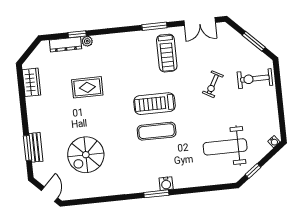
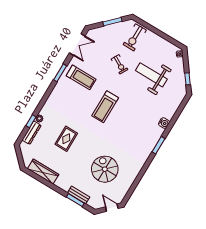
wardrobe: (31, 82) -> (43, 172), width x1.50
exercise mat: (157, 131) -> (122, 118), removed
weight bench: (225, 147) -> (151, 75), moved, turned 90
spiral stairs: (86, 155) -> (105, 169), turned 180
water cooler: (166, 184) -> (164, 123), moved

